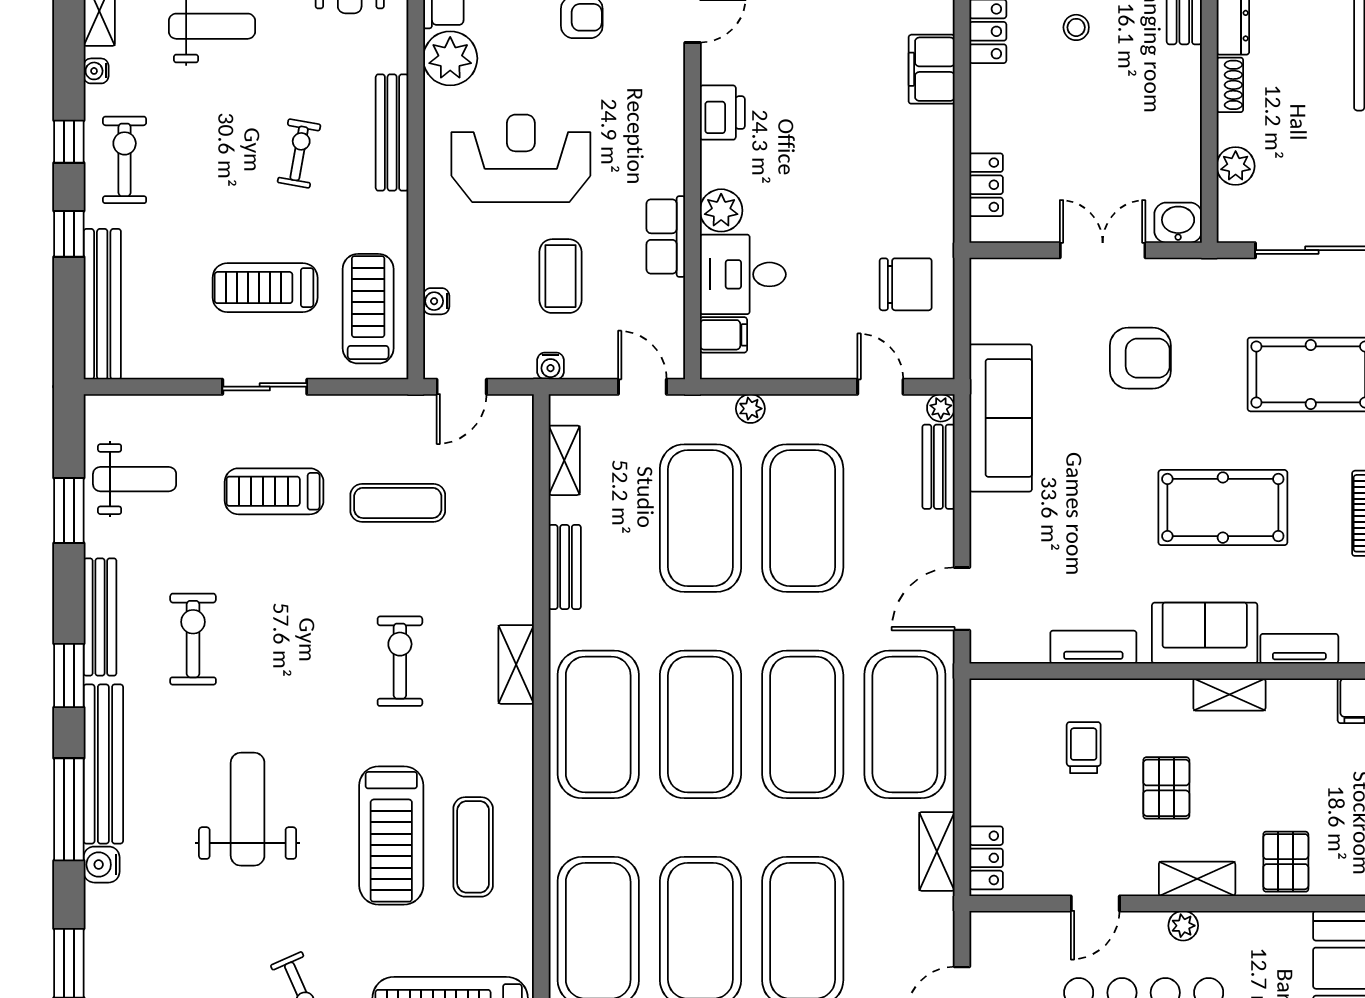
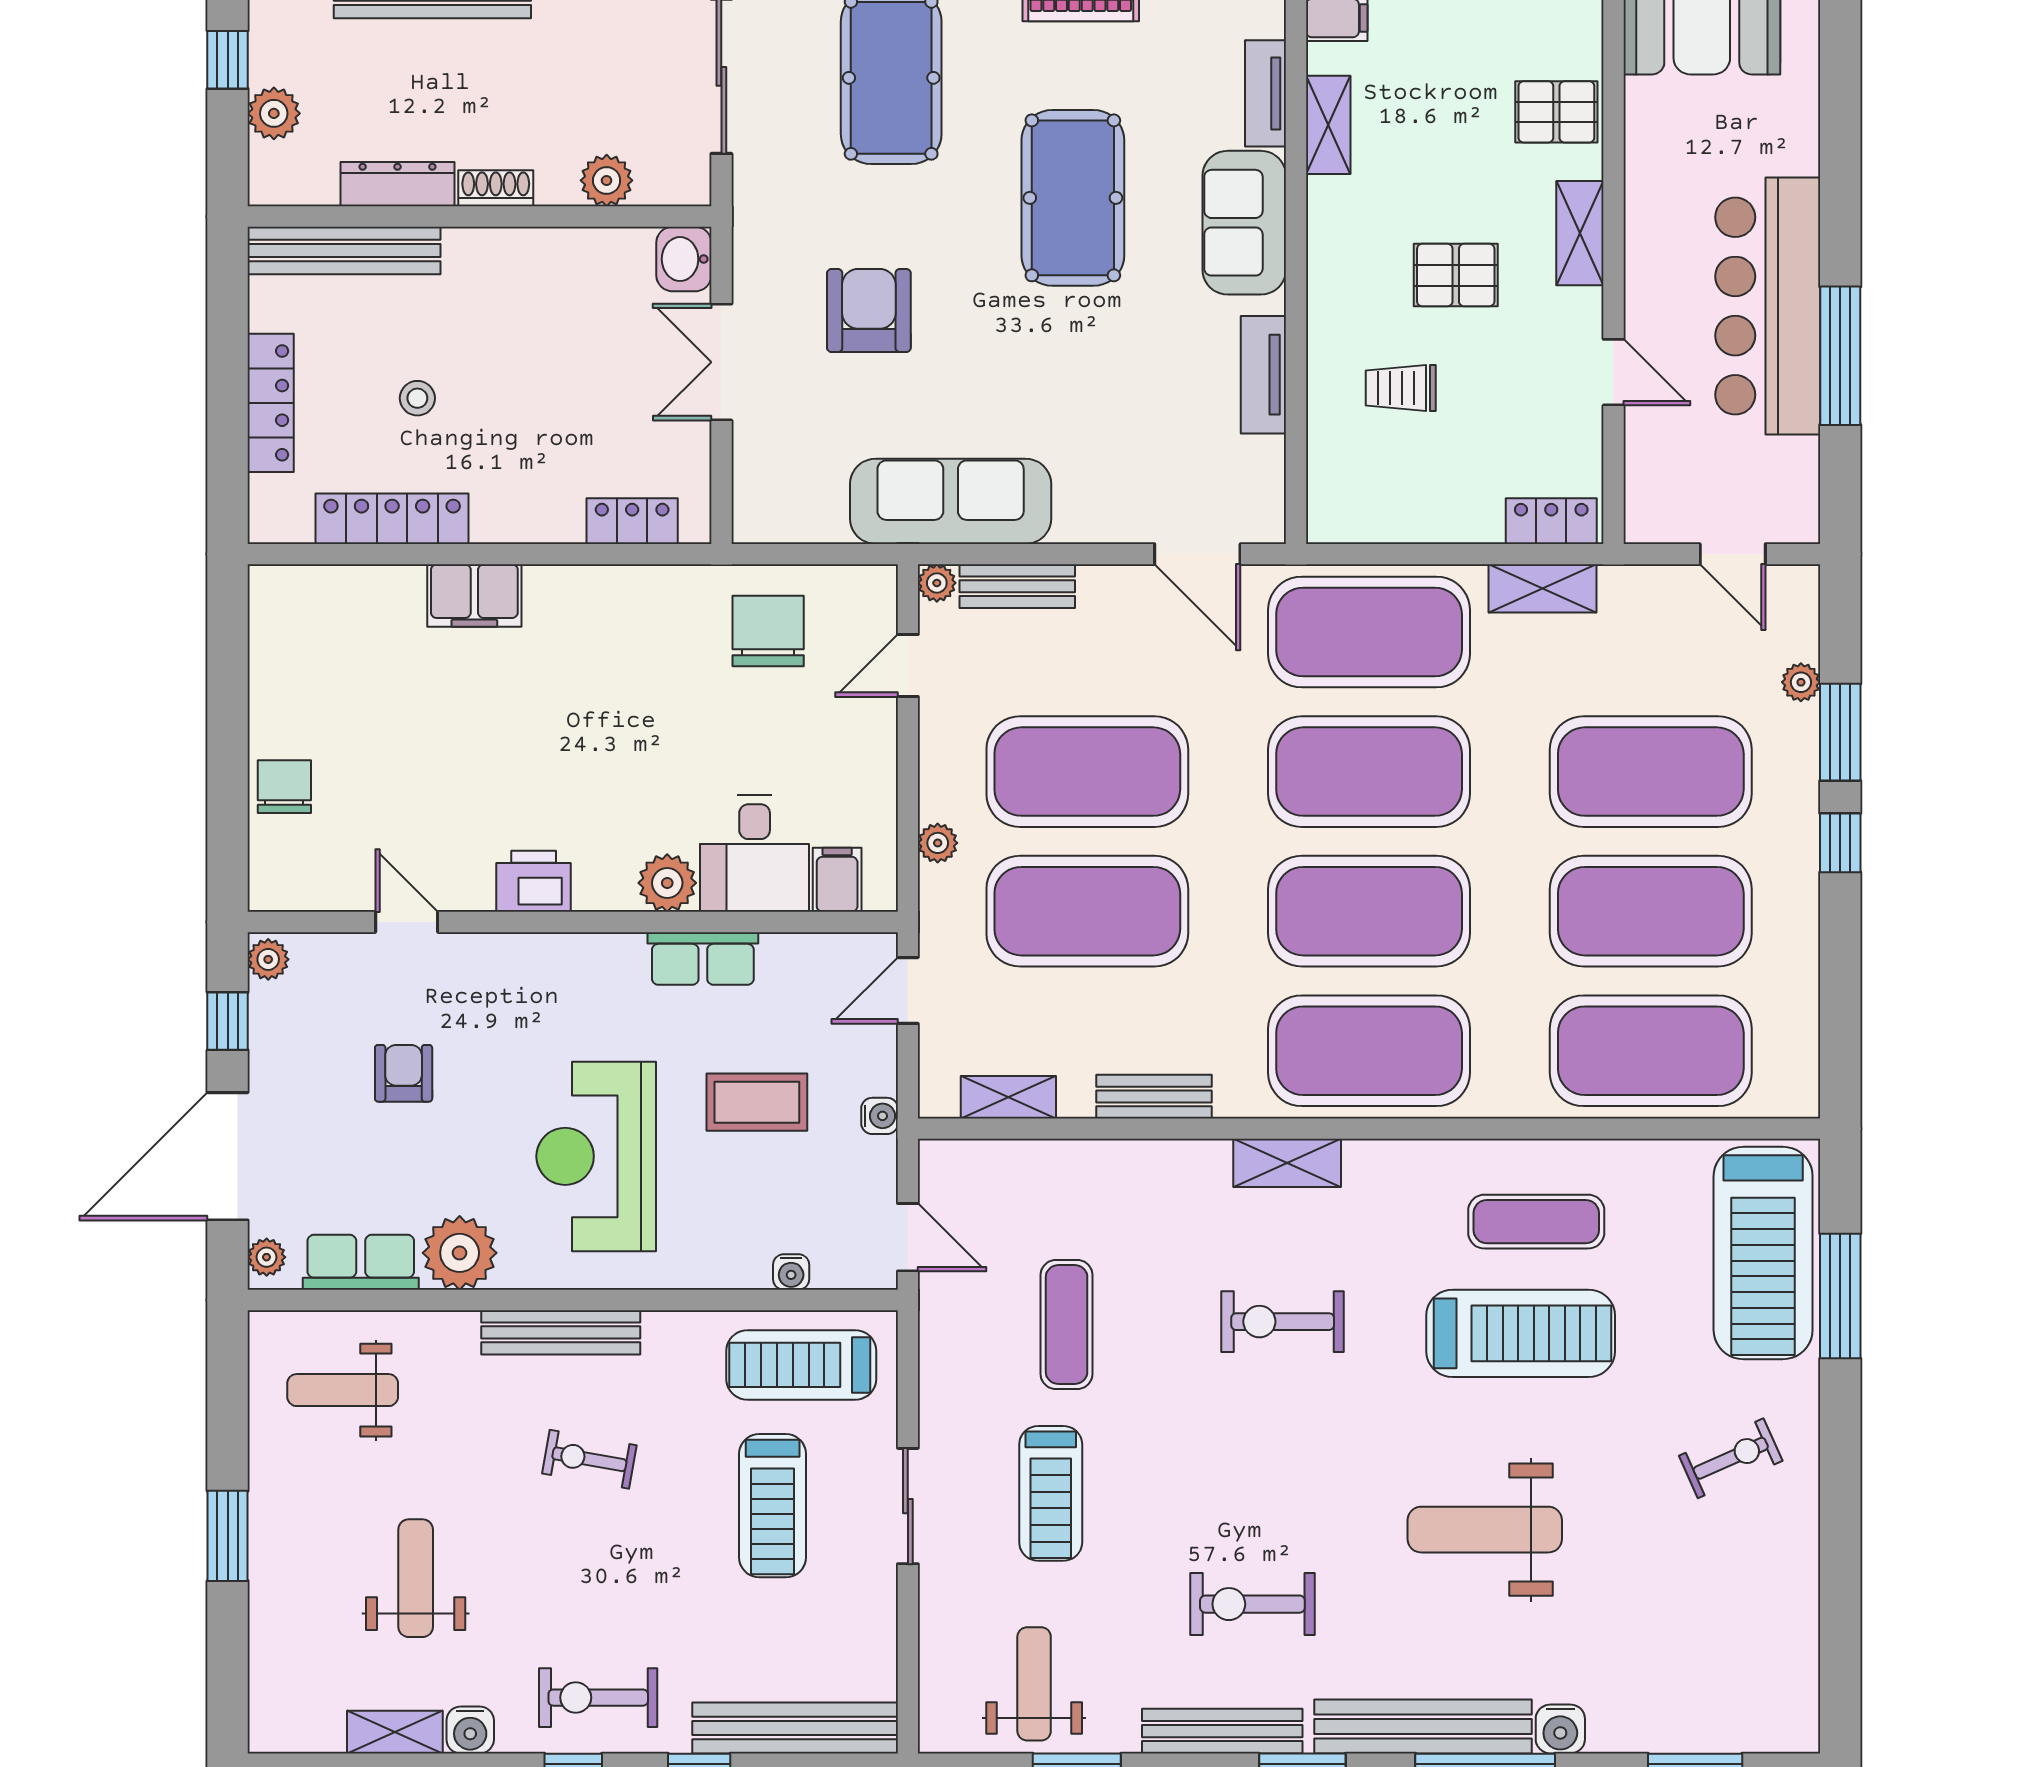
water cooler: (96, 71) -> (470, 1730), width x1.38, depth x1.38
shelving: (1229, 695) -> (1328, 125), moved
plant: (1183, 926) -> (1644, 252), removed

